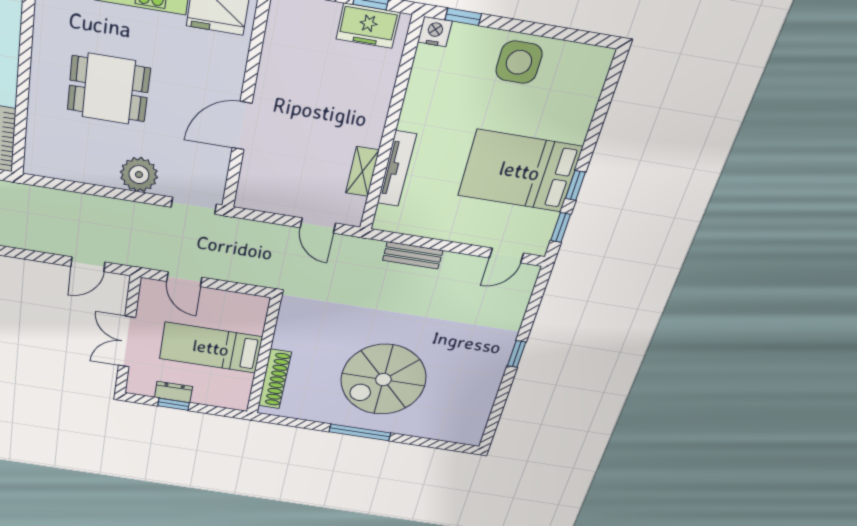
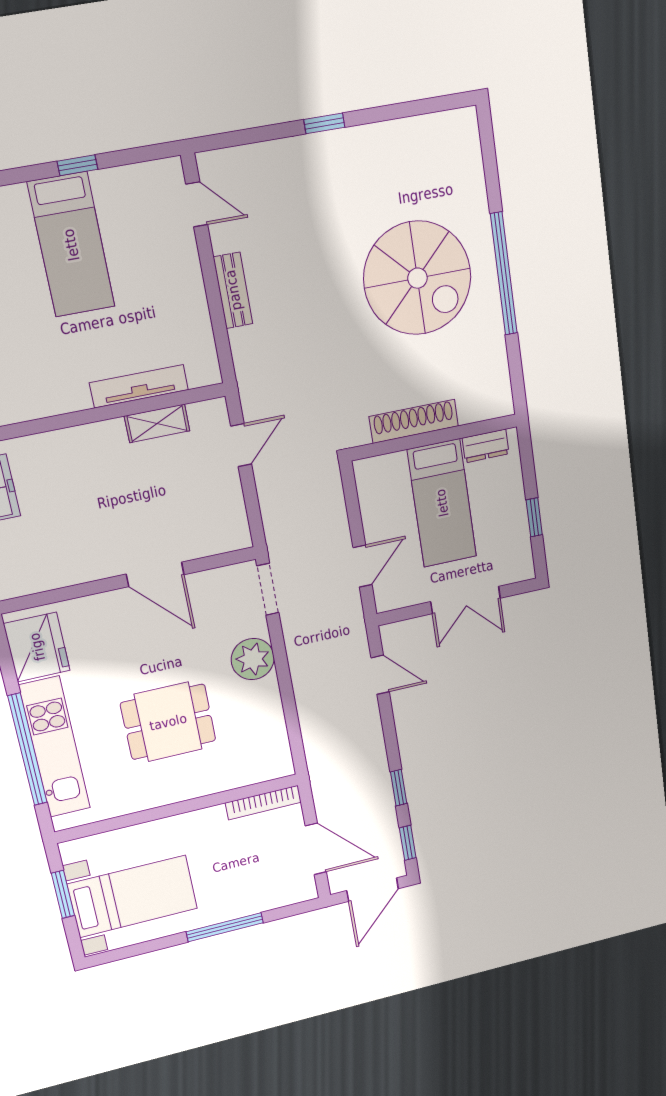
dining table: (109, 89) -> (168, 722), turned 90
bed: (520, 171) -> (71, 245), width x0.67
window: (561, 227) -> (136, 155), removed
bench: (413, 255) -> (233, 290), moved
shoe rack: (275, 379) -> (414, 421), moved
dresser: (174, 392) -> (486, 446), moved, turned -90
window: (360, 432) -> (504, 274), width x1.46

